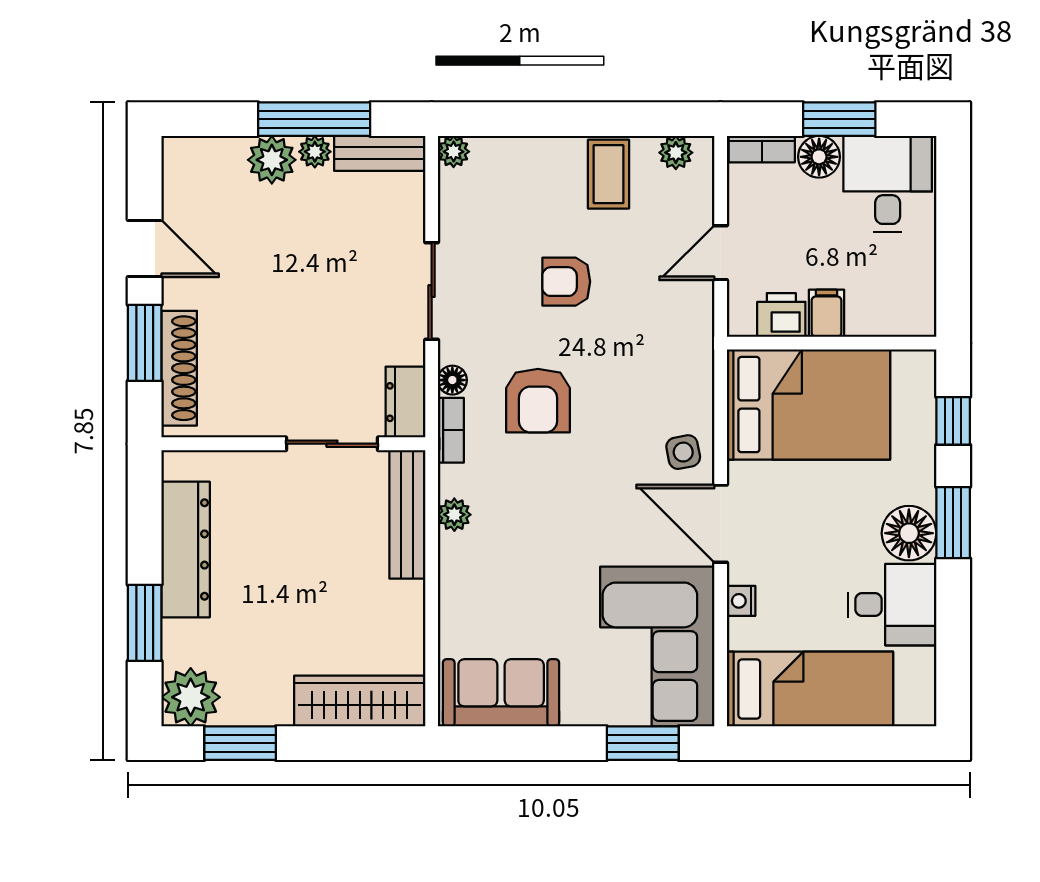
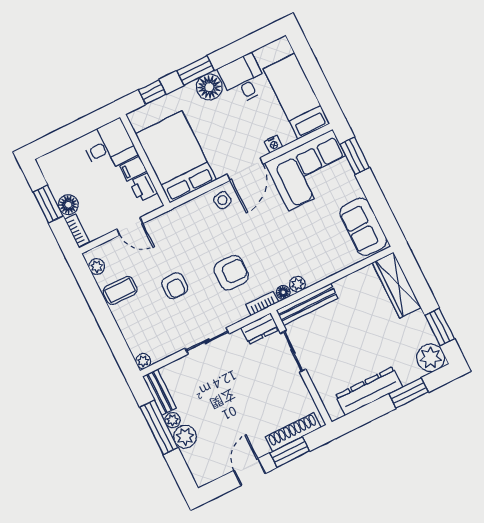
desk: (888, 184) -> (109, 146), moved, turned 180
floor lamp: (452, 380) -> (283, 292), moved

